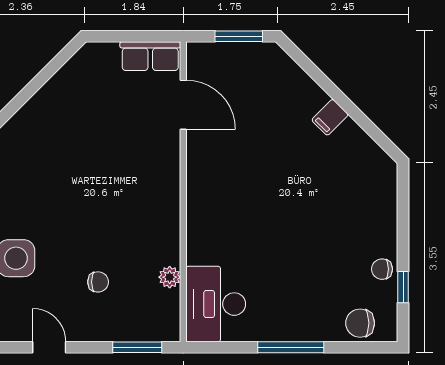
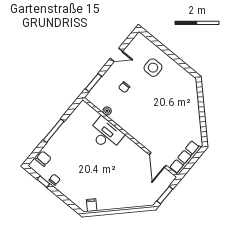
row of seats: (150, 56) -> (185, 158), width x1.48
door: (183, 105) -> (158, 160), hinge flipped
filing cabinet: (330, 117) -> (92, 205), moved
desk: (216, 304) -> (106, 134), moved

